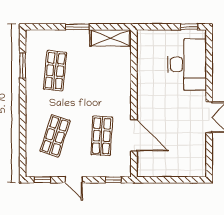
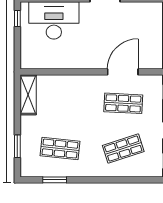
window: (77, 27) -> (17, 146), moved
shop shelf: (55, 136) -> (123, 149), turned -36

